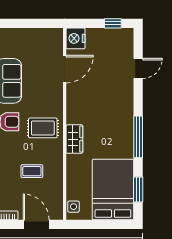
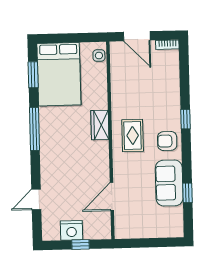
window: (113, 23) -> (80, 244), moved
nightstand: (75, 38) -> (72, 230), moved, turned 90
rug: (43, 128) -> (133, 136), turned 90
coffee table: (32, 171) -> (143, 91), removed

